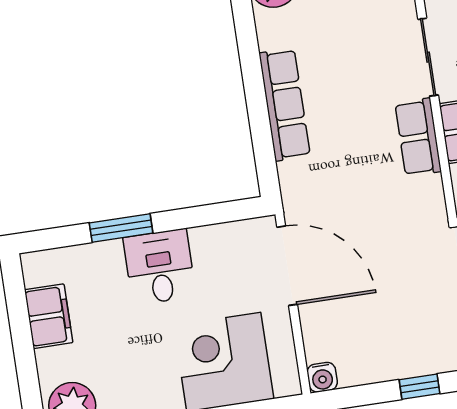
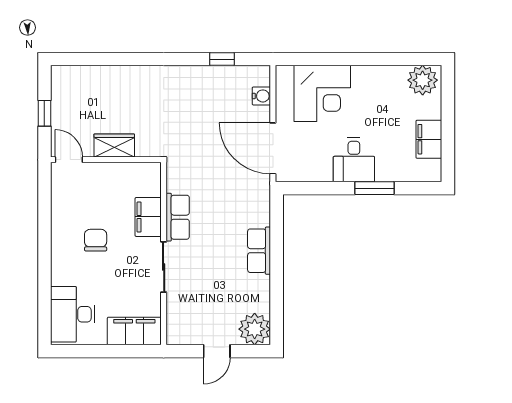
row of seats: (285, 105) -> (259, 251), width x0.68
water cooler: (322, 377) -> (261, 96), moved, turned 90
window: (420, 387) -> (222, 59), moved

